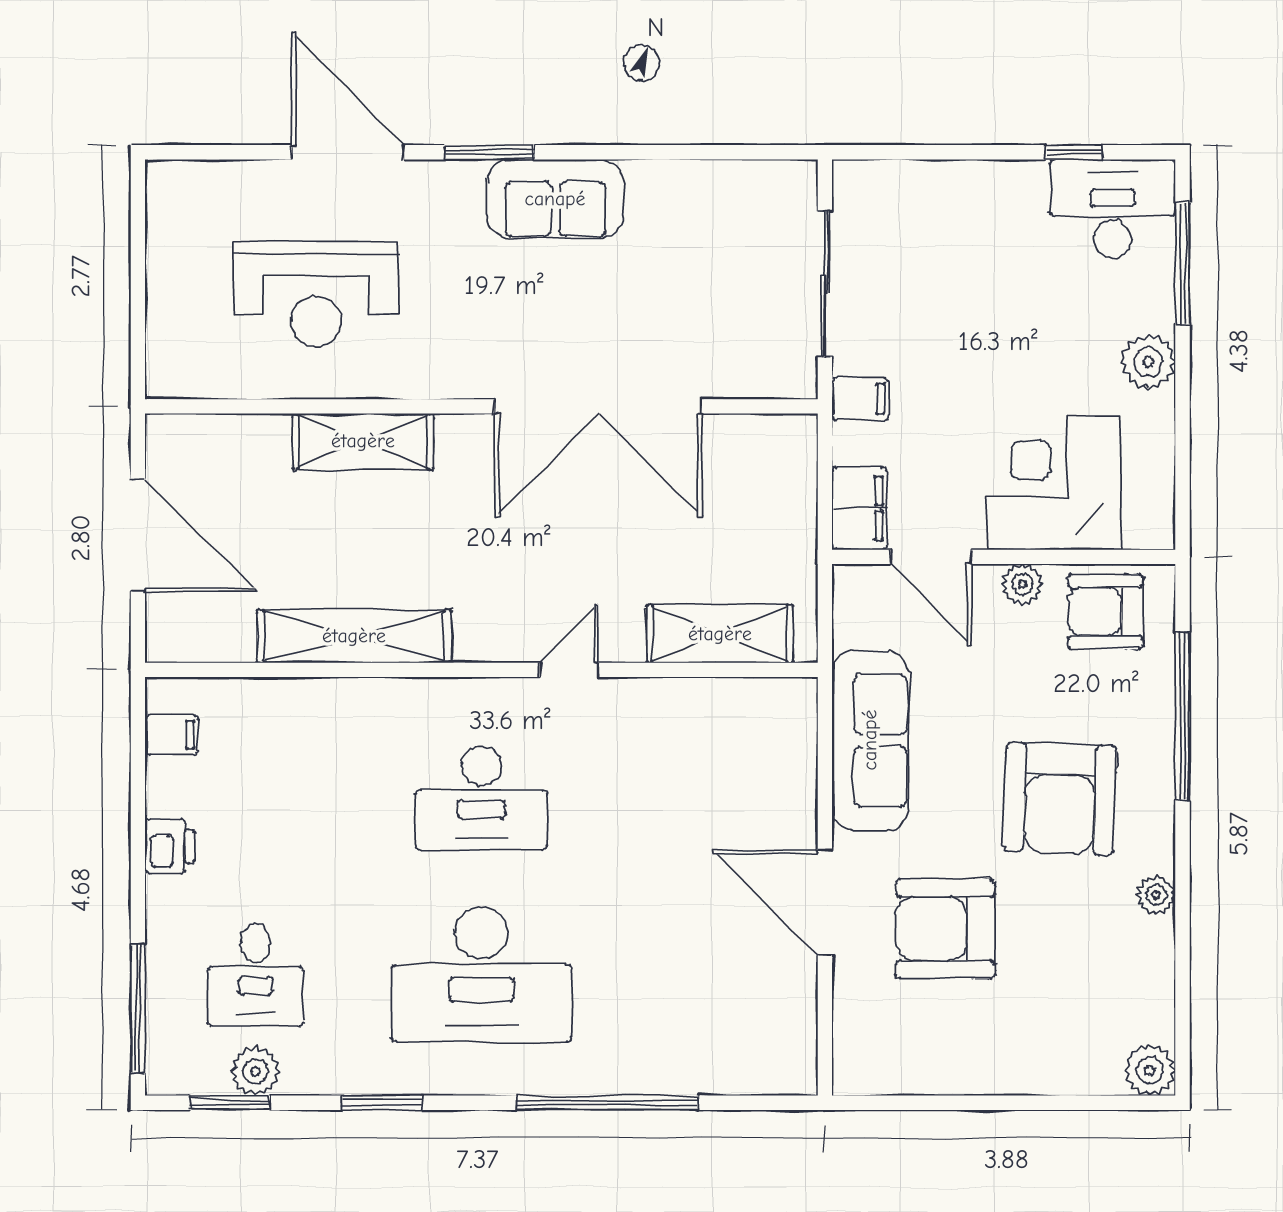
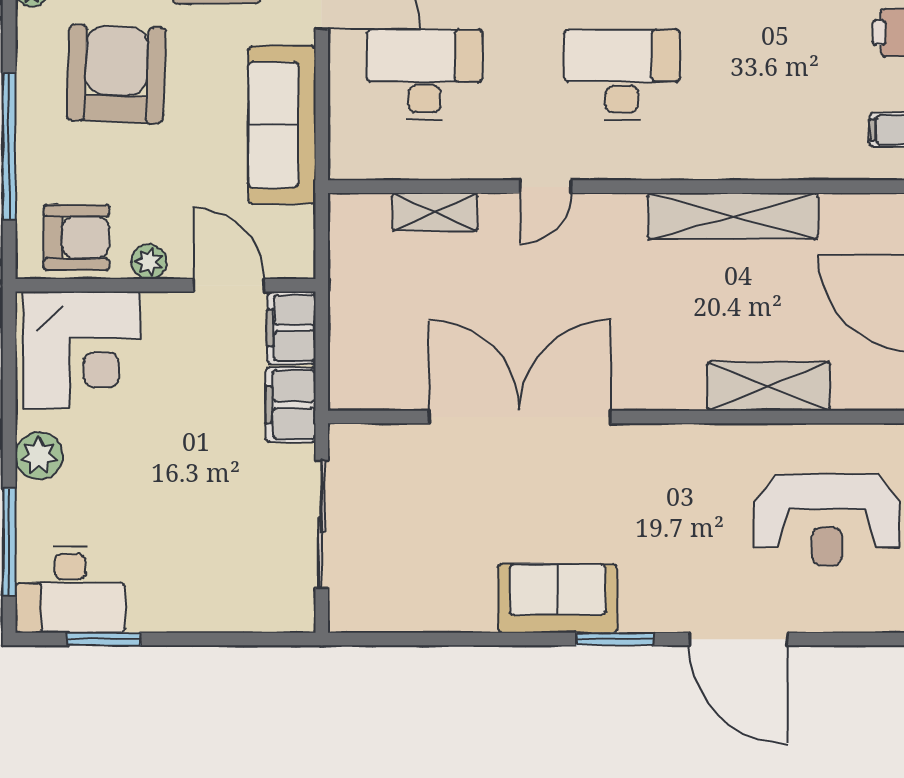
window: (1074, 152) -> (104, 639), width x1.50
reception desk: (316, 294) -> (827, 520), moved, turned 180
filing cabinet: (860, 399) -> (291, 405), width x2.00
shelving: (363, 441) -> (769, 386), moved
corner desk: (1054, 483) -> (82, 350), moved
shelving: (720, 634) -> (435, 212), width x0.67, depth x0.75
desk: (707, 798) -> (425, 75), added

